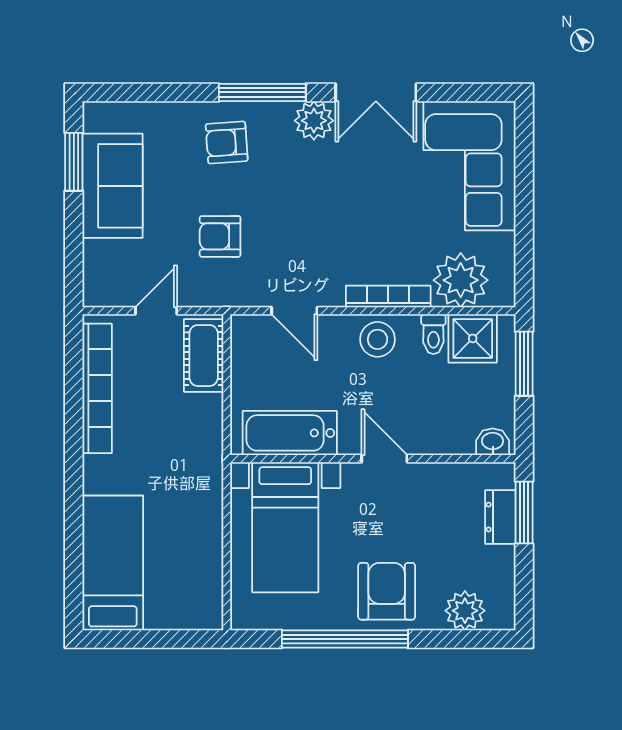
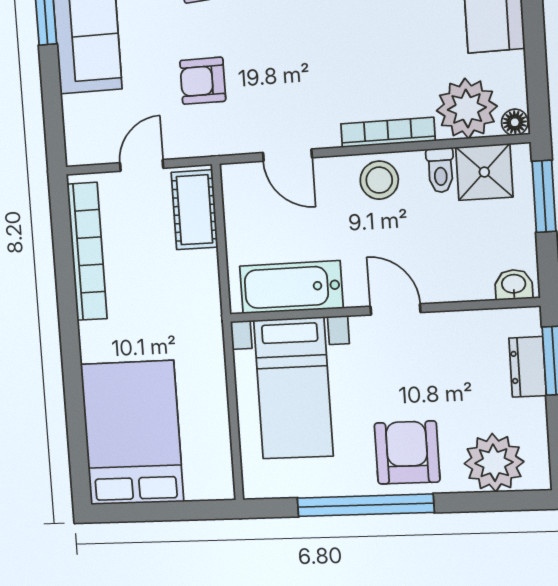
floor lamp: (502, 296) -> (515, 122), added
bed: (113, 563) -> (132, 433), width x1.50
plant: (465, 611) -> (494, 463), width x1.36, depth x1.36

